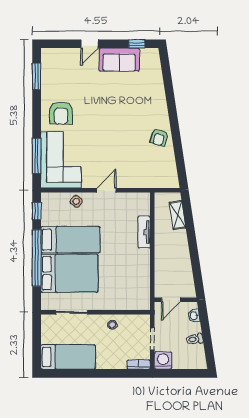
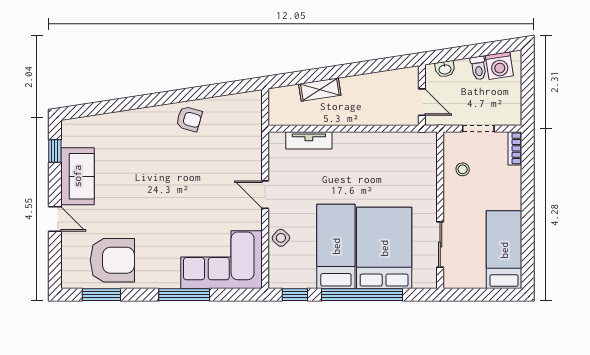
armchair: (61, 113) -> (112, 260), moved, width x1.36, depth x1.36
window: (37, 156) -> (184, 295), moved
shelving: (178, 215) -> (320, 90), moved
tv unit: (144, 232) -> (309, 140), moved
stool: (112, 325) -> (463, 169), moved
washing machine: (163, 361) -> (499, 66), moved, turned -99

